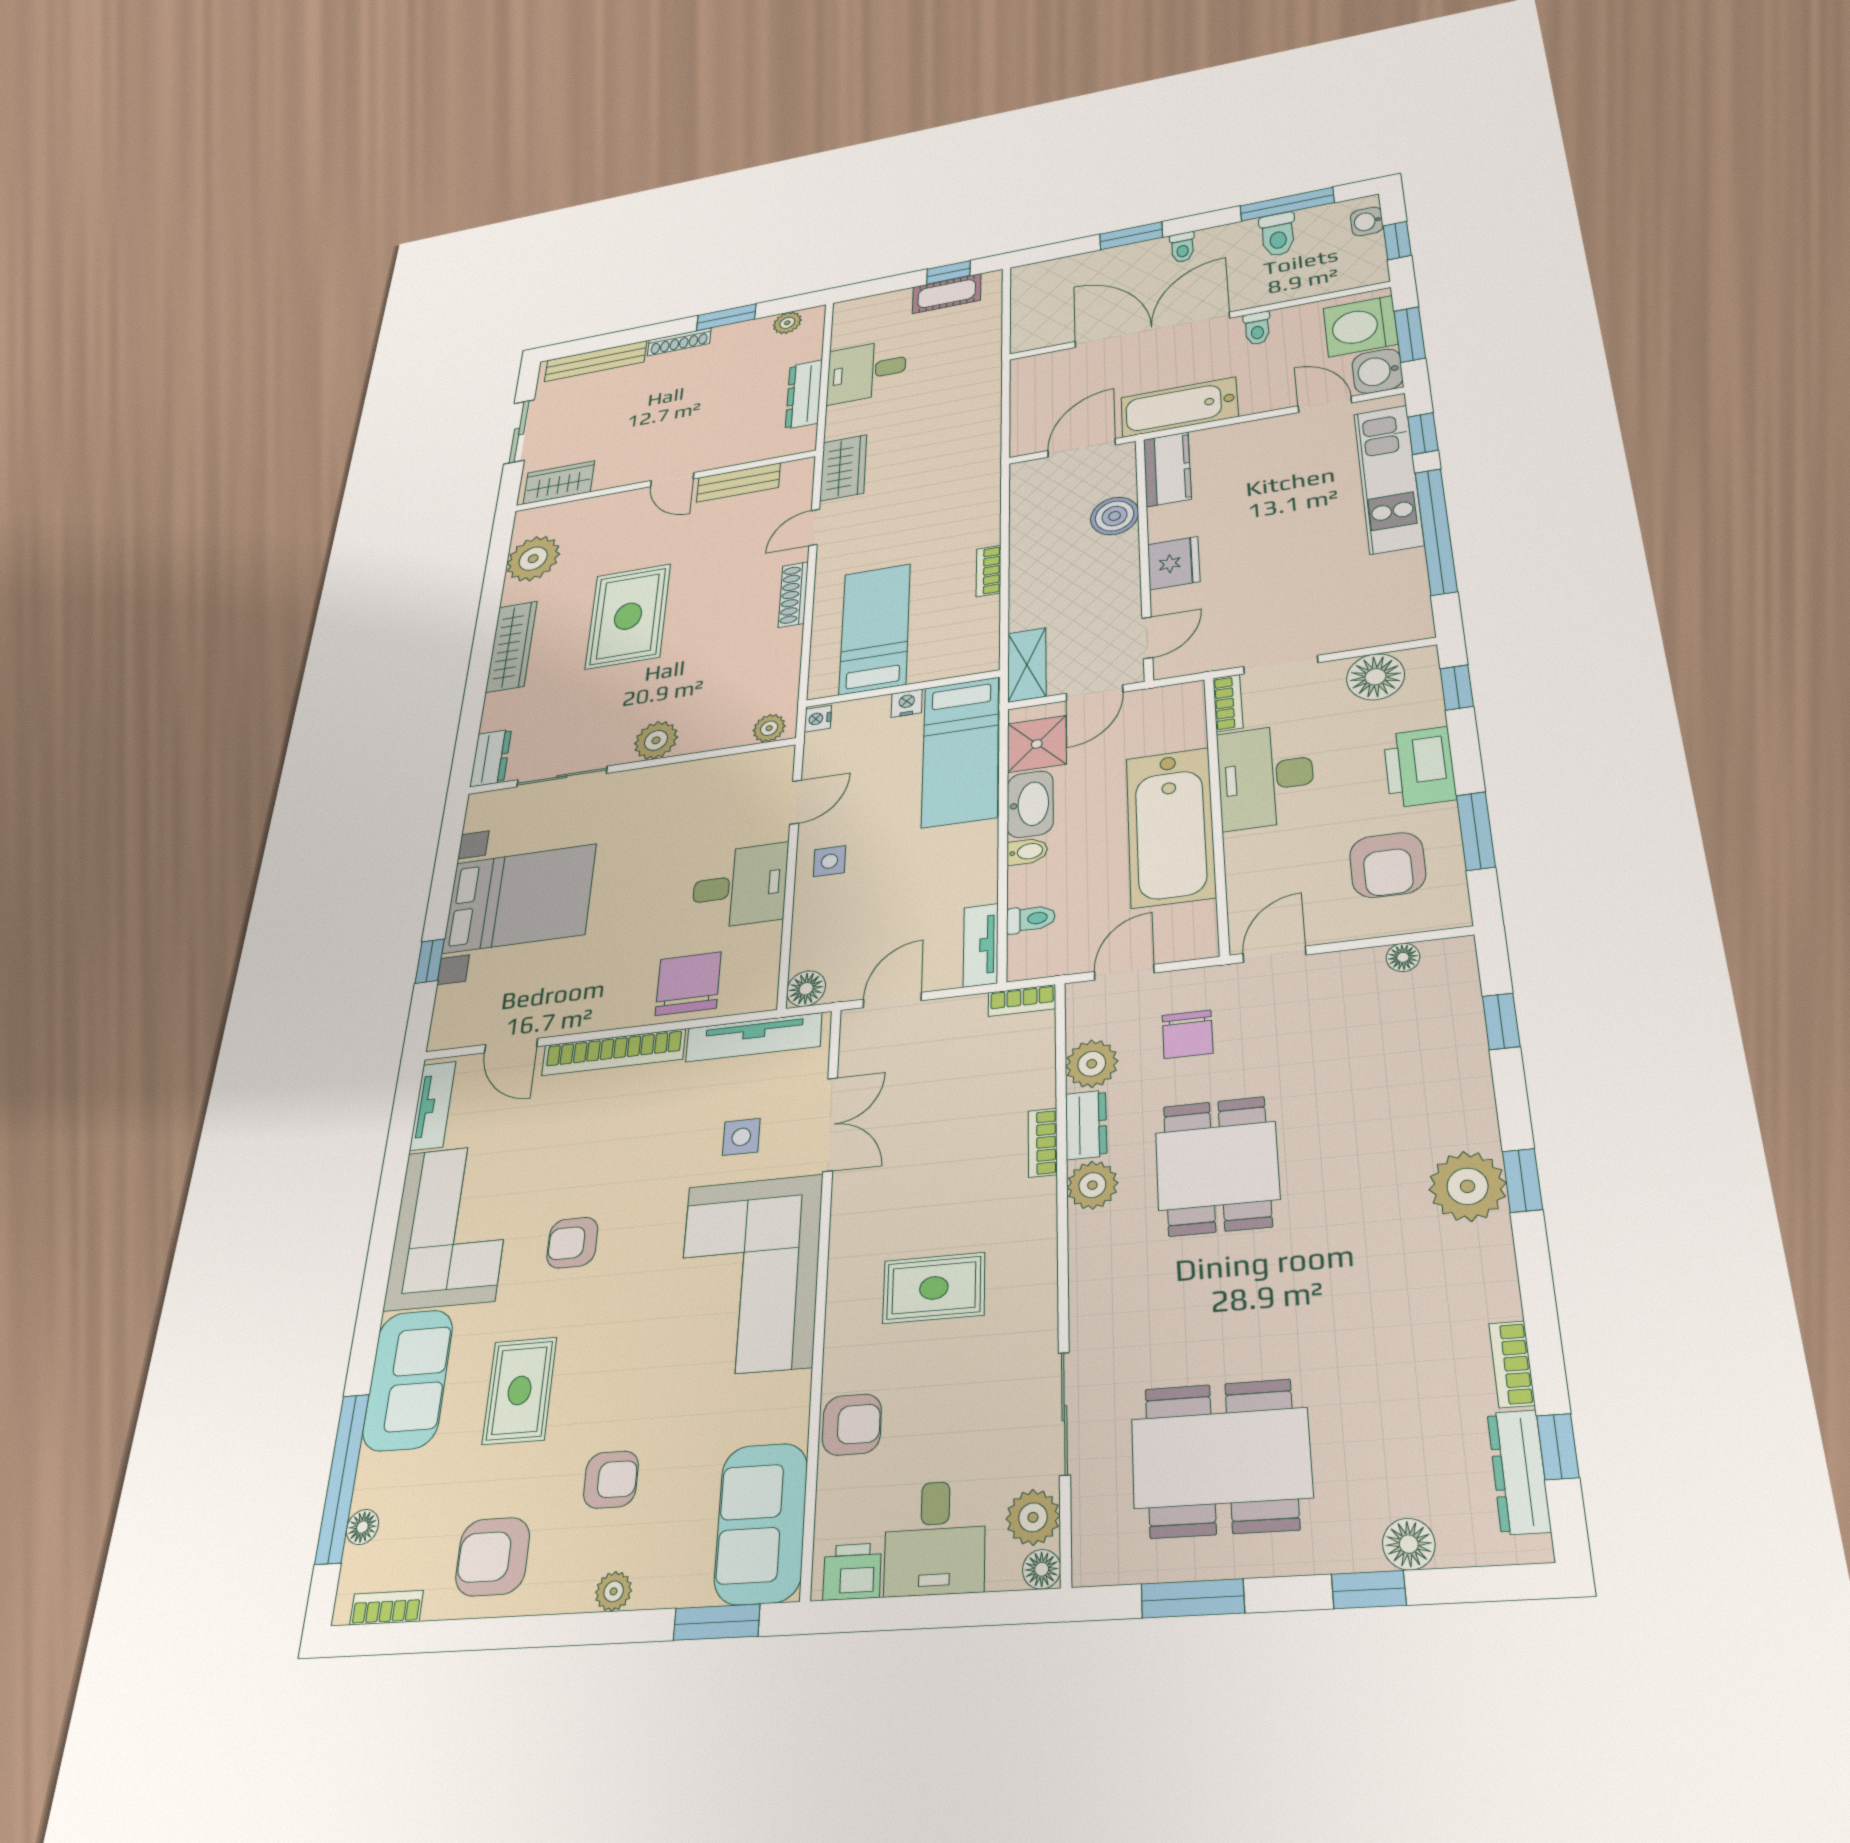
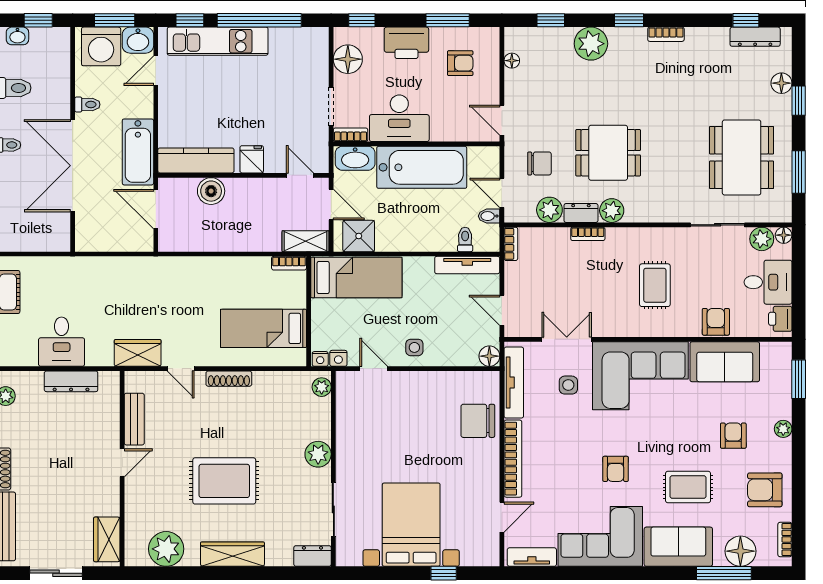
kitchen counter: (1167, 469) -> (196, 160), width x1.50
fridge: (1174, 563) -> (252, 159), width x0.72
bookcase: (989, 571) -> (289, 263), moved
nightstand: (907, 703) -> (338, 358), moved, turned -90
washbasin: (1030, 804) -> (355, 158), moved, turned 180
bidet: (1027, 852) -> (489, 216), moved, turned -90
armchair: (1388, 865) -> (460, 63), width x0.72, depth x0.72
desk: (740, 886) -> (422, 397), removed
tv unit: (981, 945) -> (467, 265), width x1.41
plant: (1468, 1186) -> (591, 44), moved
bookcase: (1512, 1364) -> (666, 34), moved
window: (342, 1478) -> (724, 573), width x0.68
sofa: (761, 1523) -> (725, 362), moved
floor lamp: (362, 1527) -> (740, 551), width x1.89, depth x1.89
armchair: (493, 1557) -> (765, 490), turned 90

